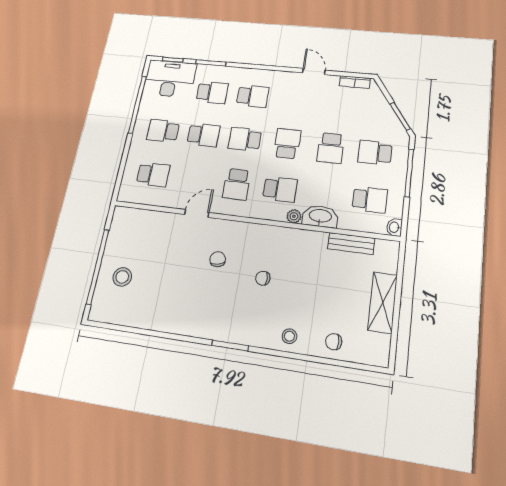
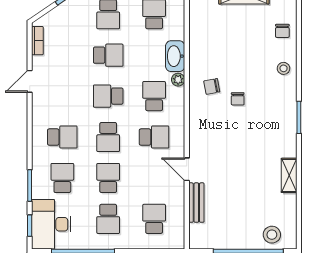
school desk: (253, 96) -> (62, 137), turned 90
bench: (351, 243) -> (196, 203), moved
chair: (218, 259) -> (212, 86), moved
stool: (122, 277) -> (272, 235), moved
shelving: (168, 324) -> (289, 175), added

